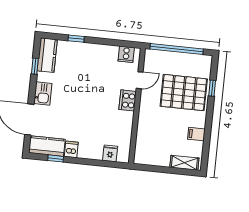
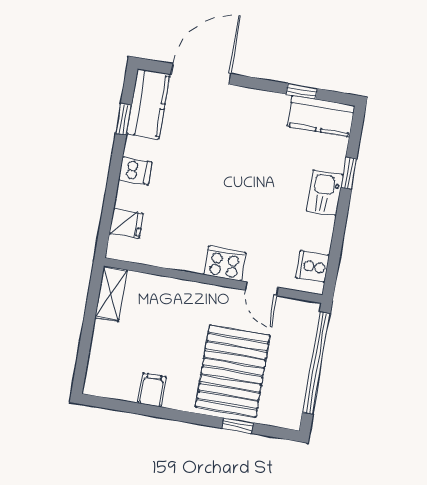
kitchen sink: (43, 93) -> (325, 193), moved, turned 90
dishwasher: (71, 149) -> (135, 171), moved
shelving: (184, 163) -> (111, 294), moved

